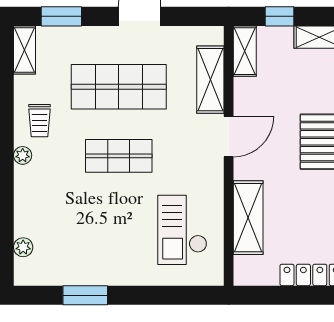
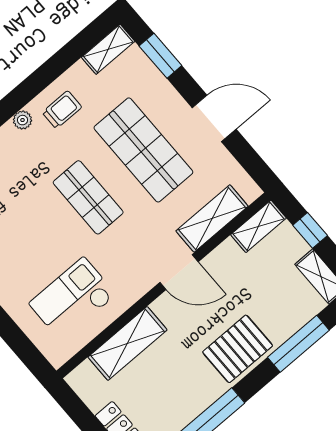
trolley: (40, 121) -> (62, 110), turned 180

